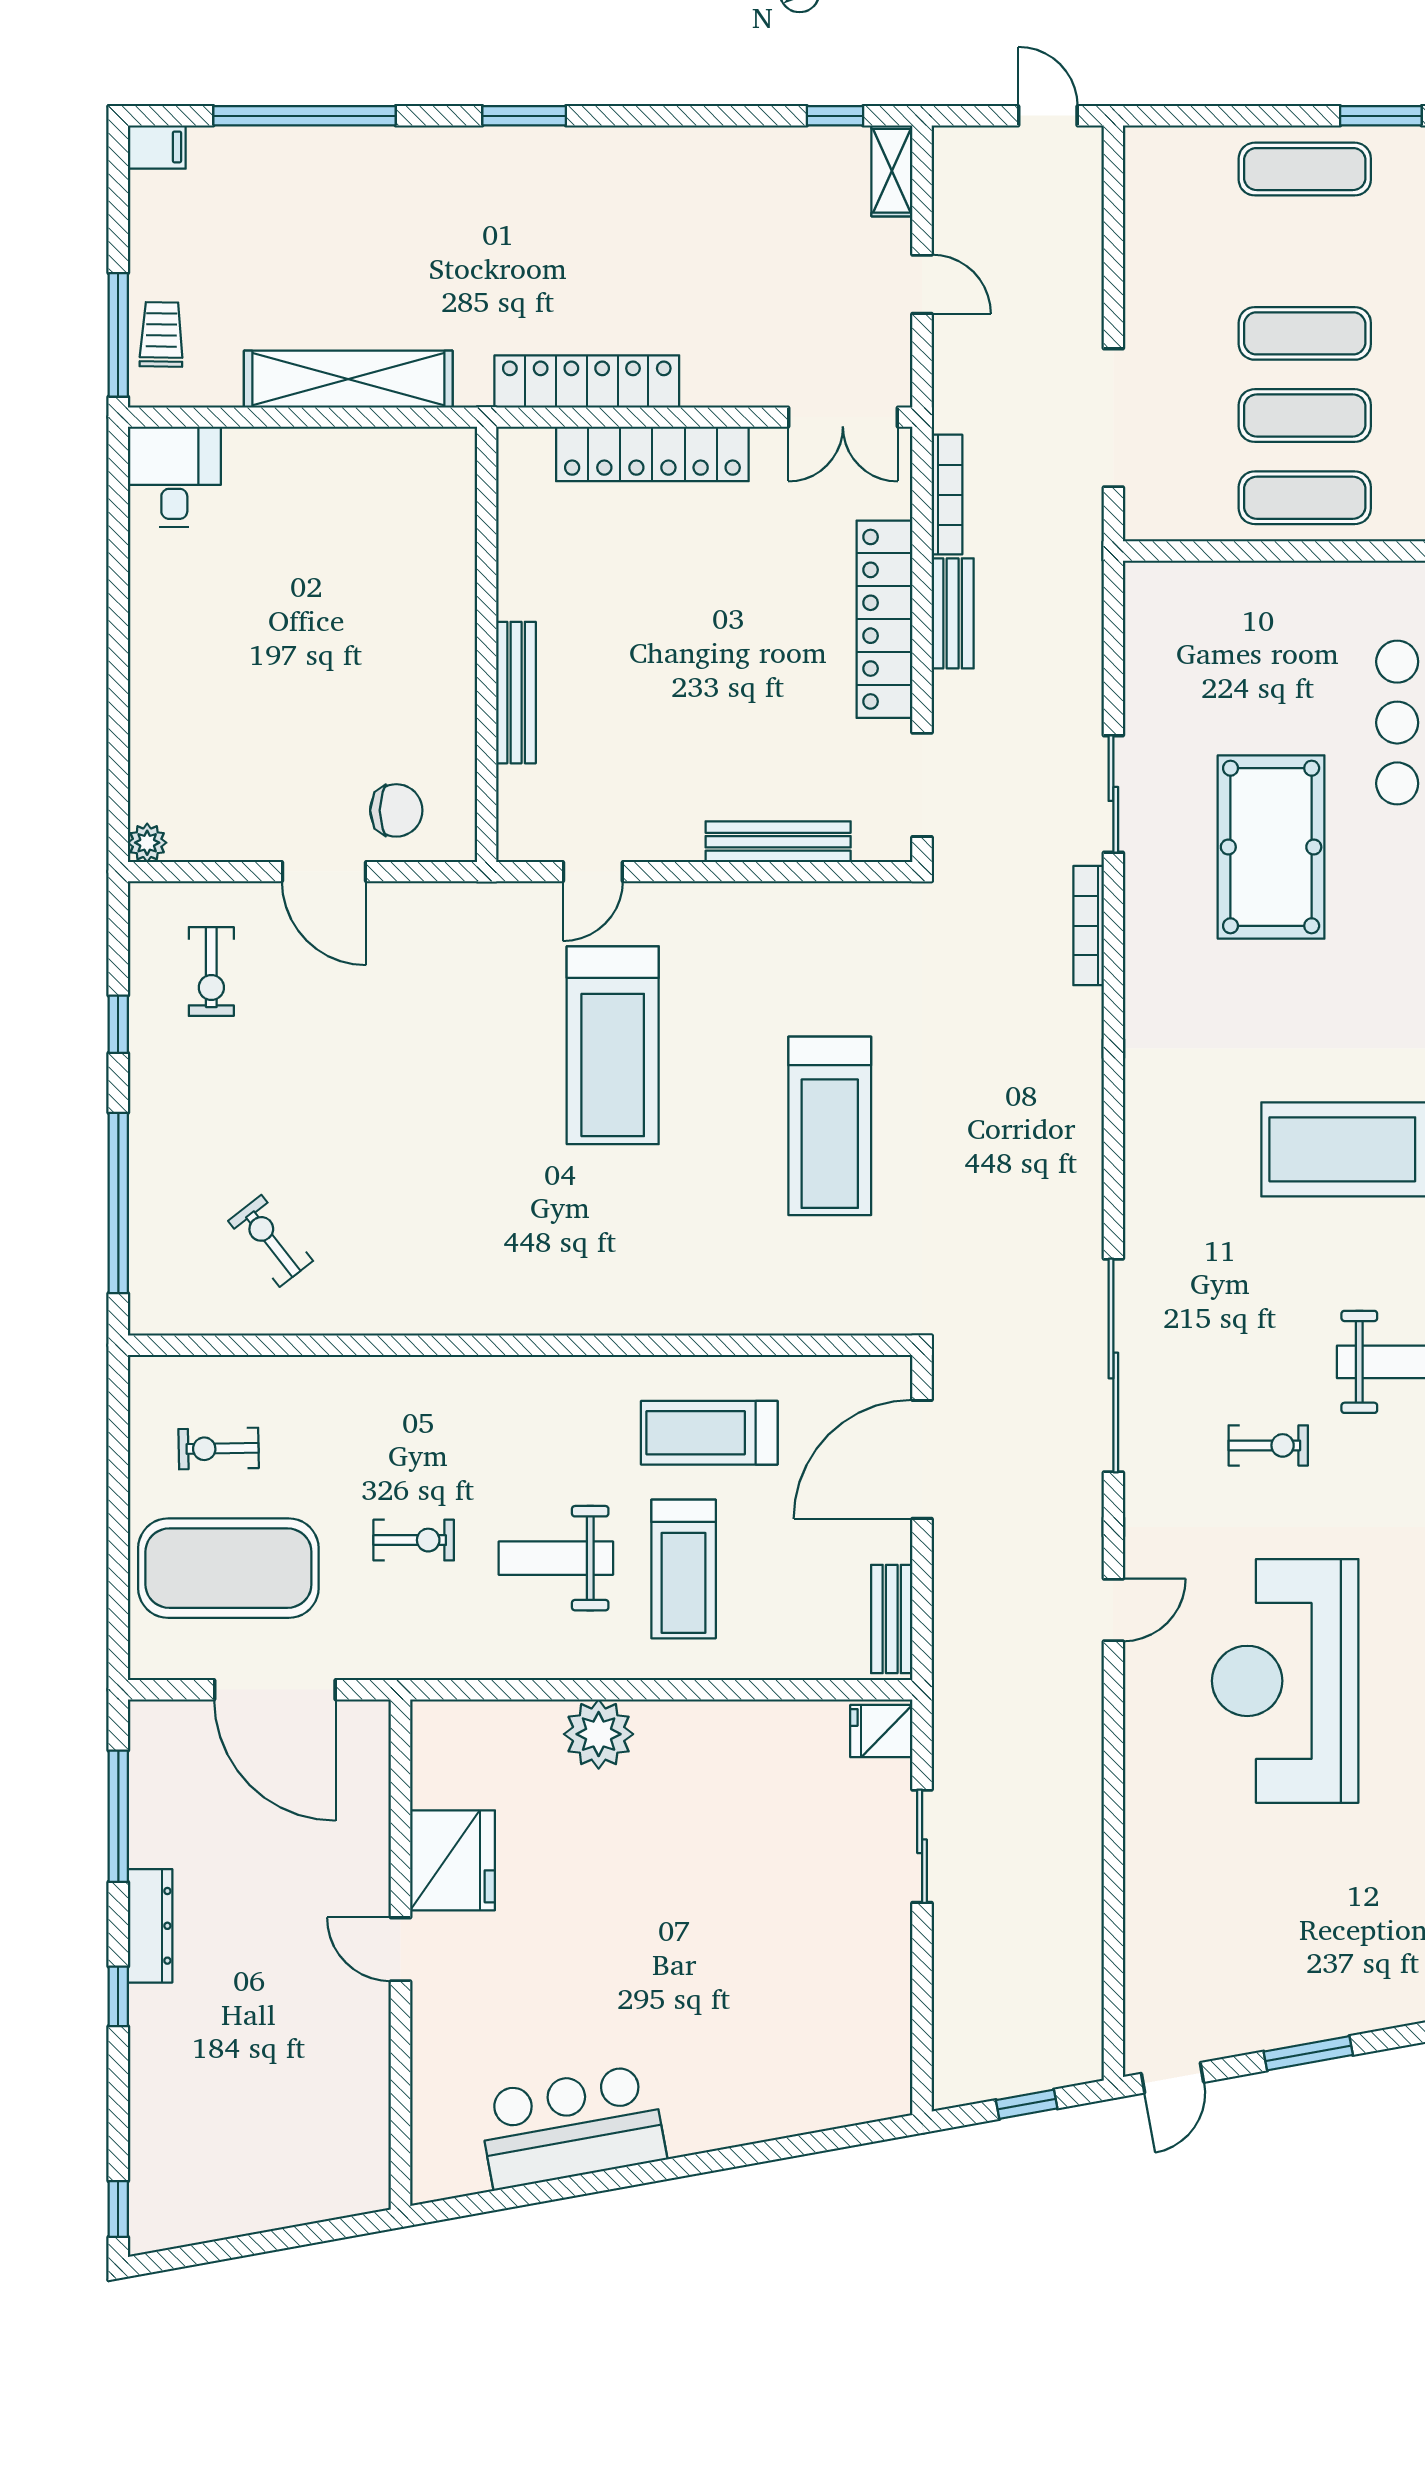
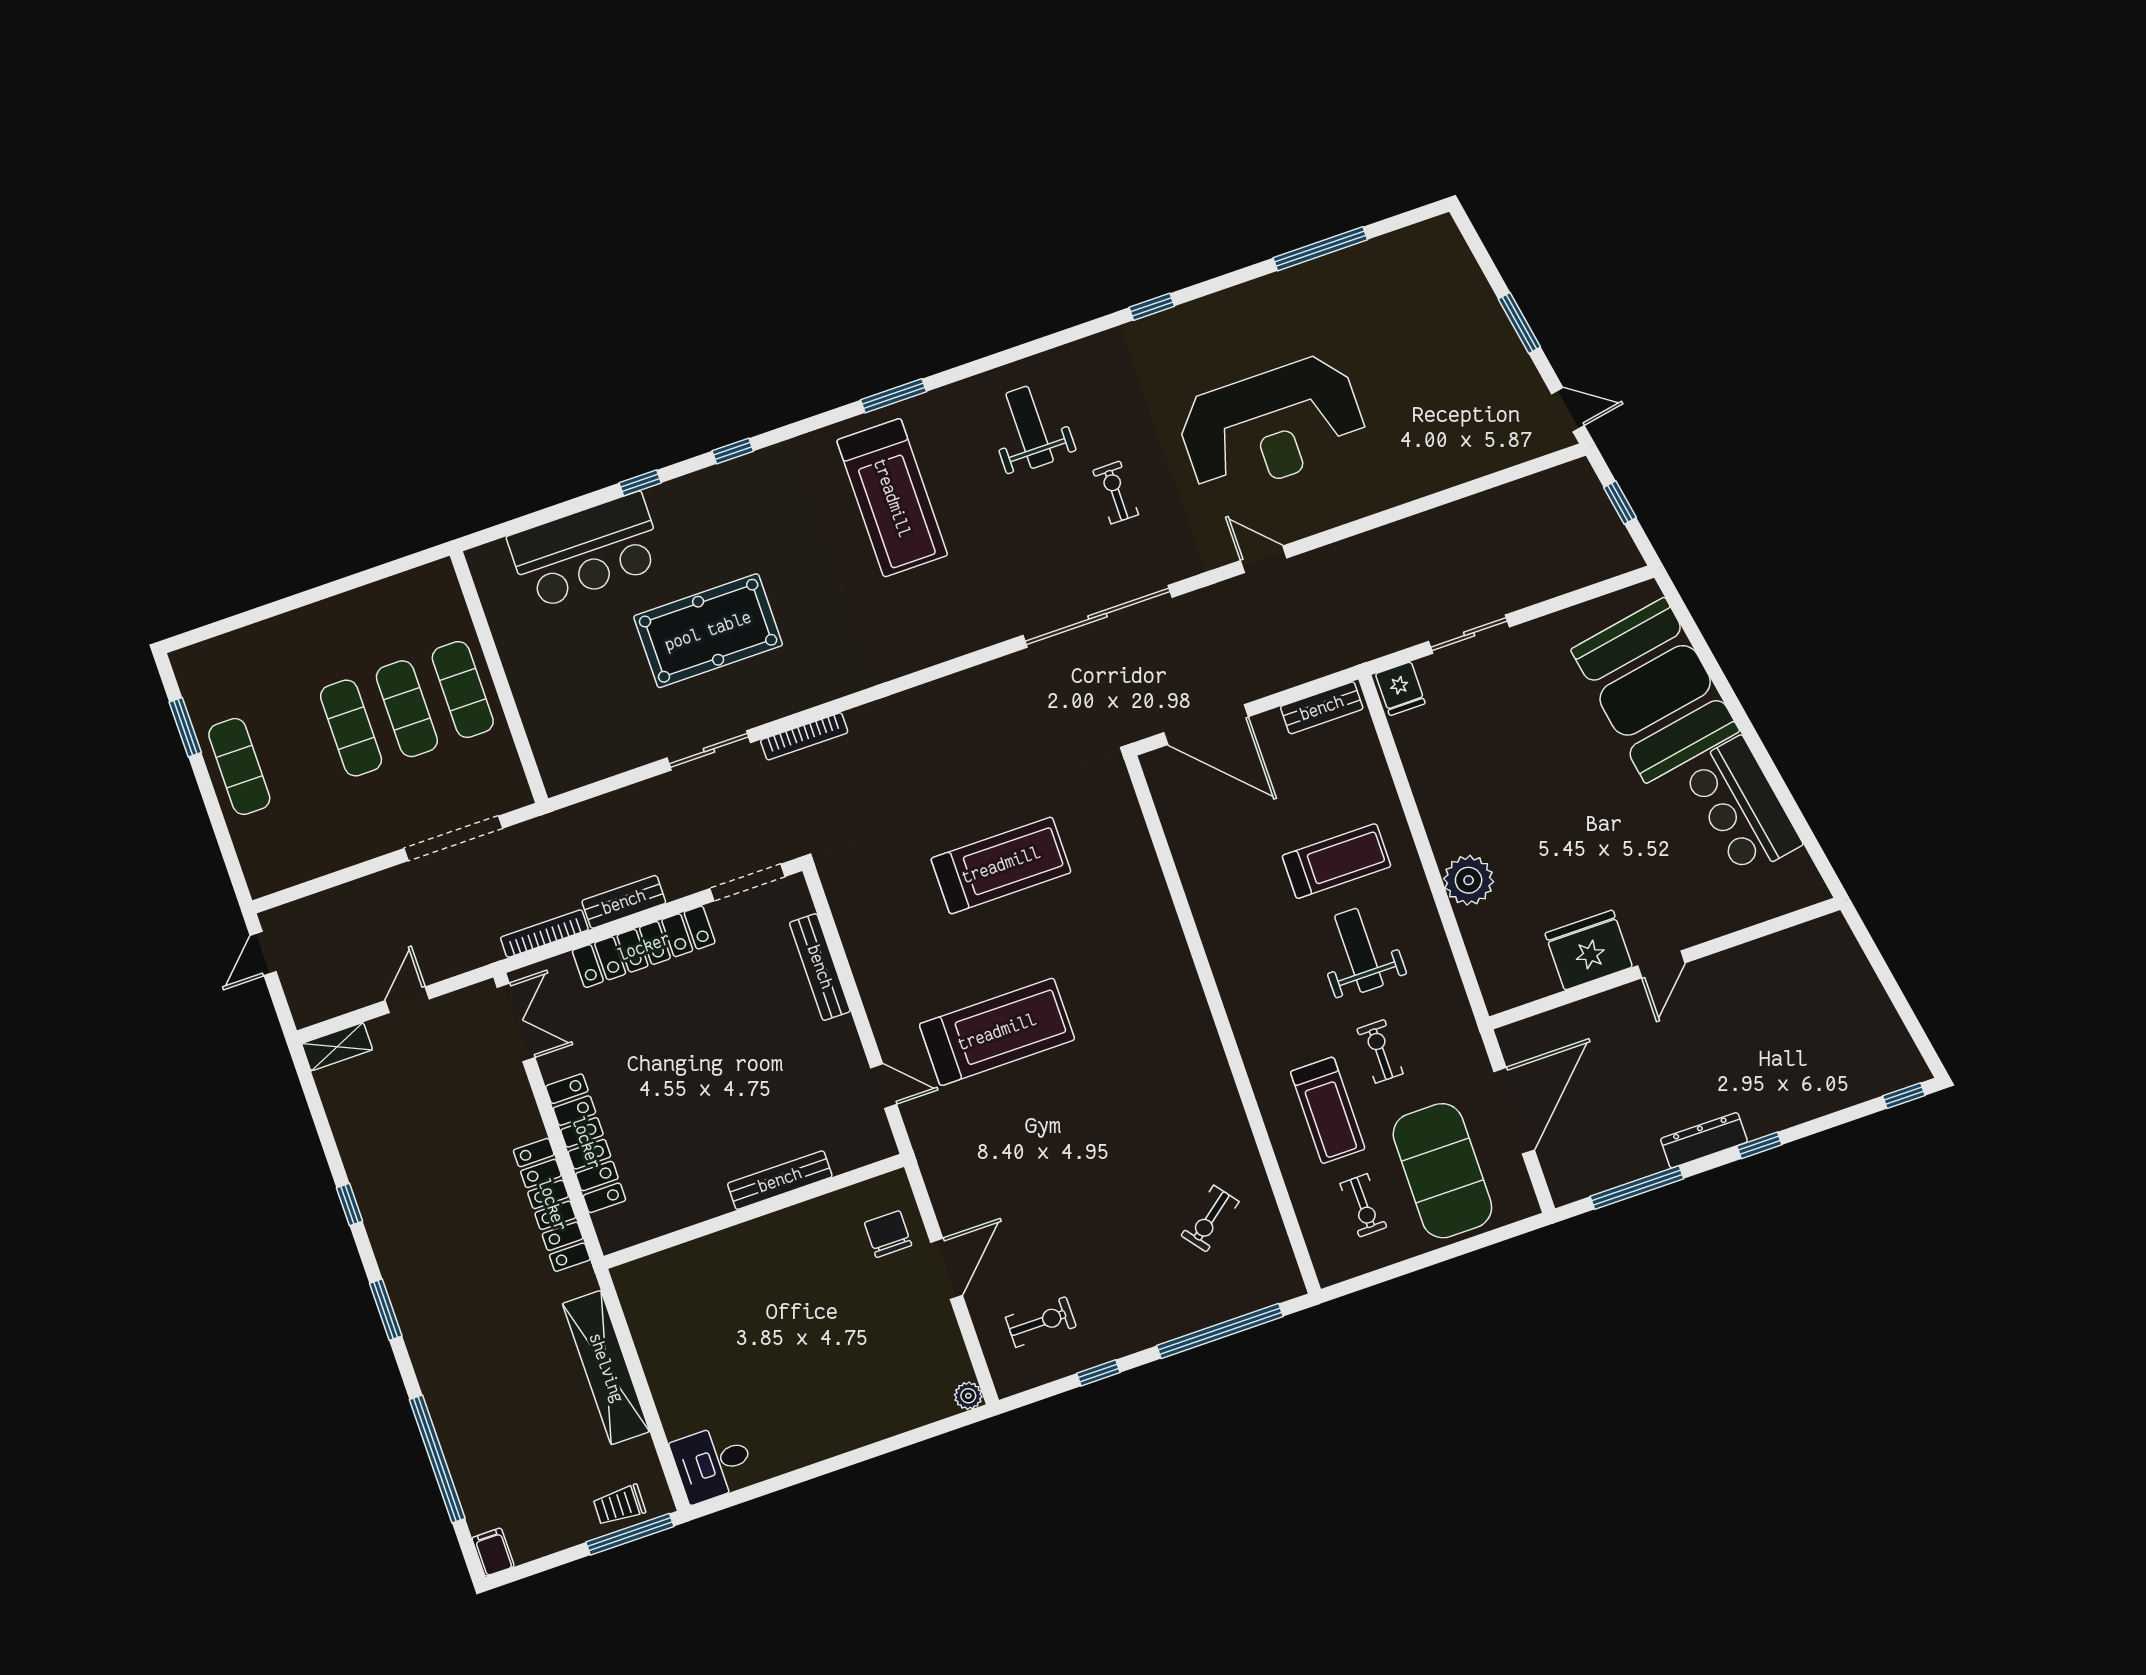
window: (835, 116) -> (350, 1205), moved
treadmill: (709, 1433) -> (1328, 1110), moved
weight bench: (556, 1558) -> (1359, 950), turned 180
booth: (764, 2065) -> (1655, 690), added

